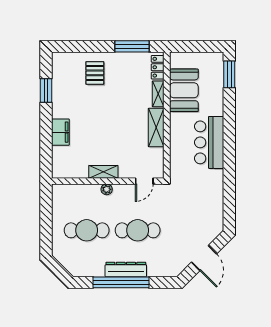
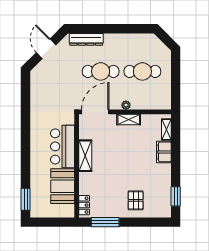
window: (46, 91) -> (176, 196), moved
shelving: (158, 94) -> (166, 130), moved
bar counter: (209, 142) -> (63, 146), moved, turned 180
door: (144, 181) -> (95, 112), width x1.87
dresser: (126, 269) -> (86, 39), moved
window: (121, 282) -> (114, 29), removed

